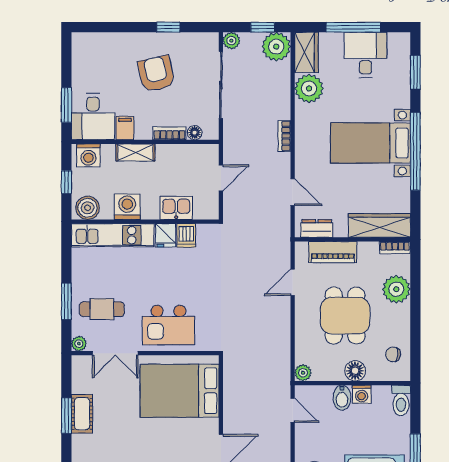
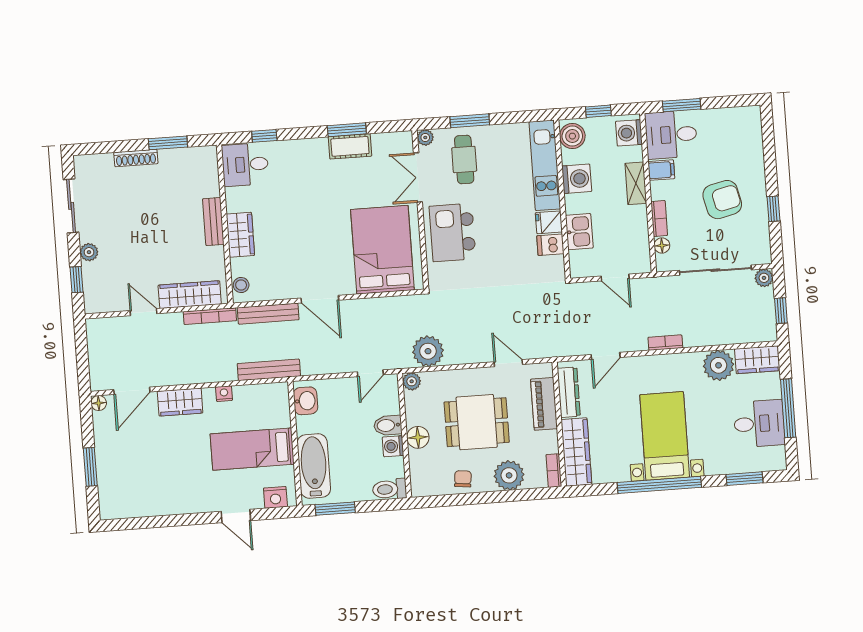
plant: (276, 47) -> (428, 351), moved
dresser: (317, 228) -> (569, 392), width x1.44
chair: (393, 354) -> (463, 479), moved

